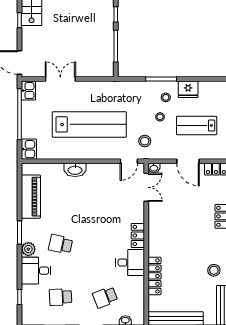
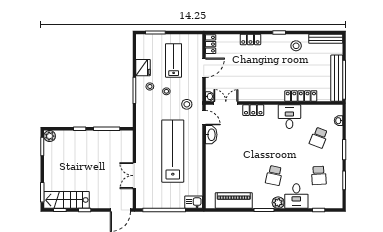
kitchen sink: (28, 91) -> (144, 203), removed
lab bench: (197, 125) -> (174, 60), turned 180
washbasin: (75, 170) -> (211, 135), moved
locker: (138, 235) -> (253, 110), moved
school desk: (105, 297) -> (319, 138), turned 42

